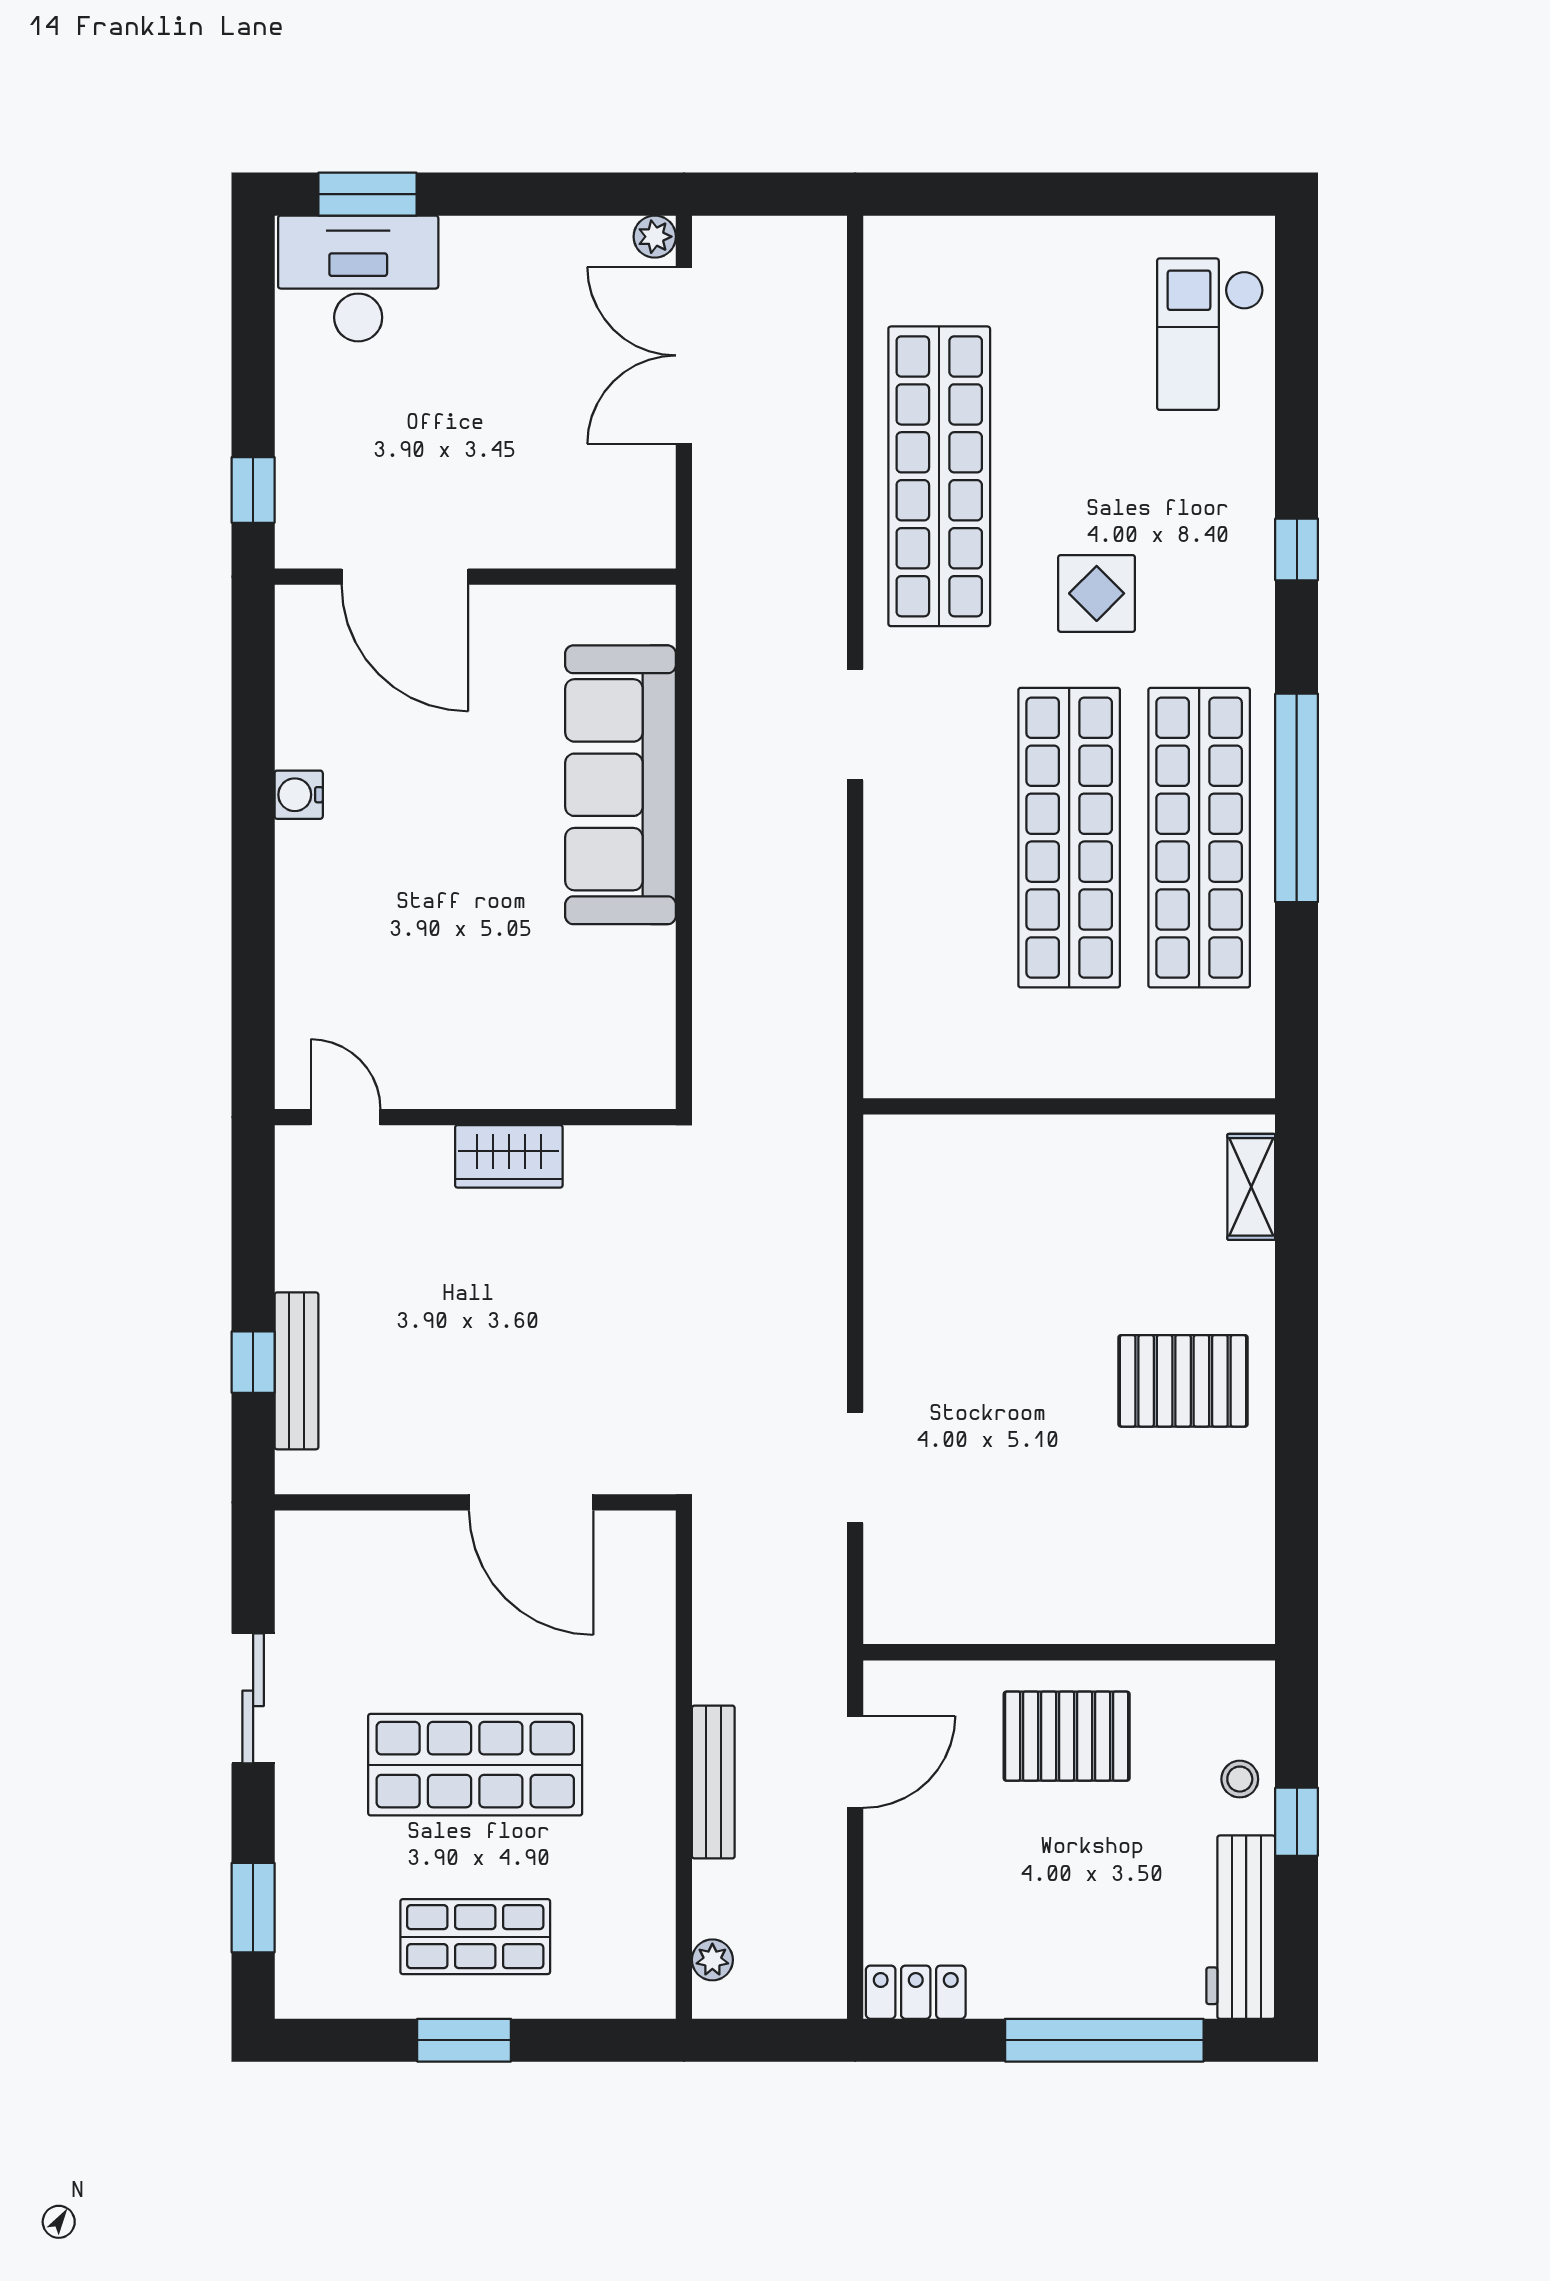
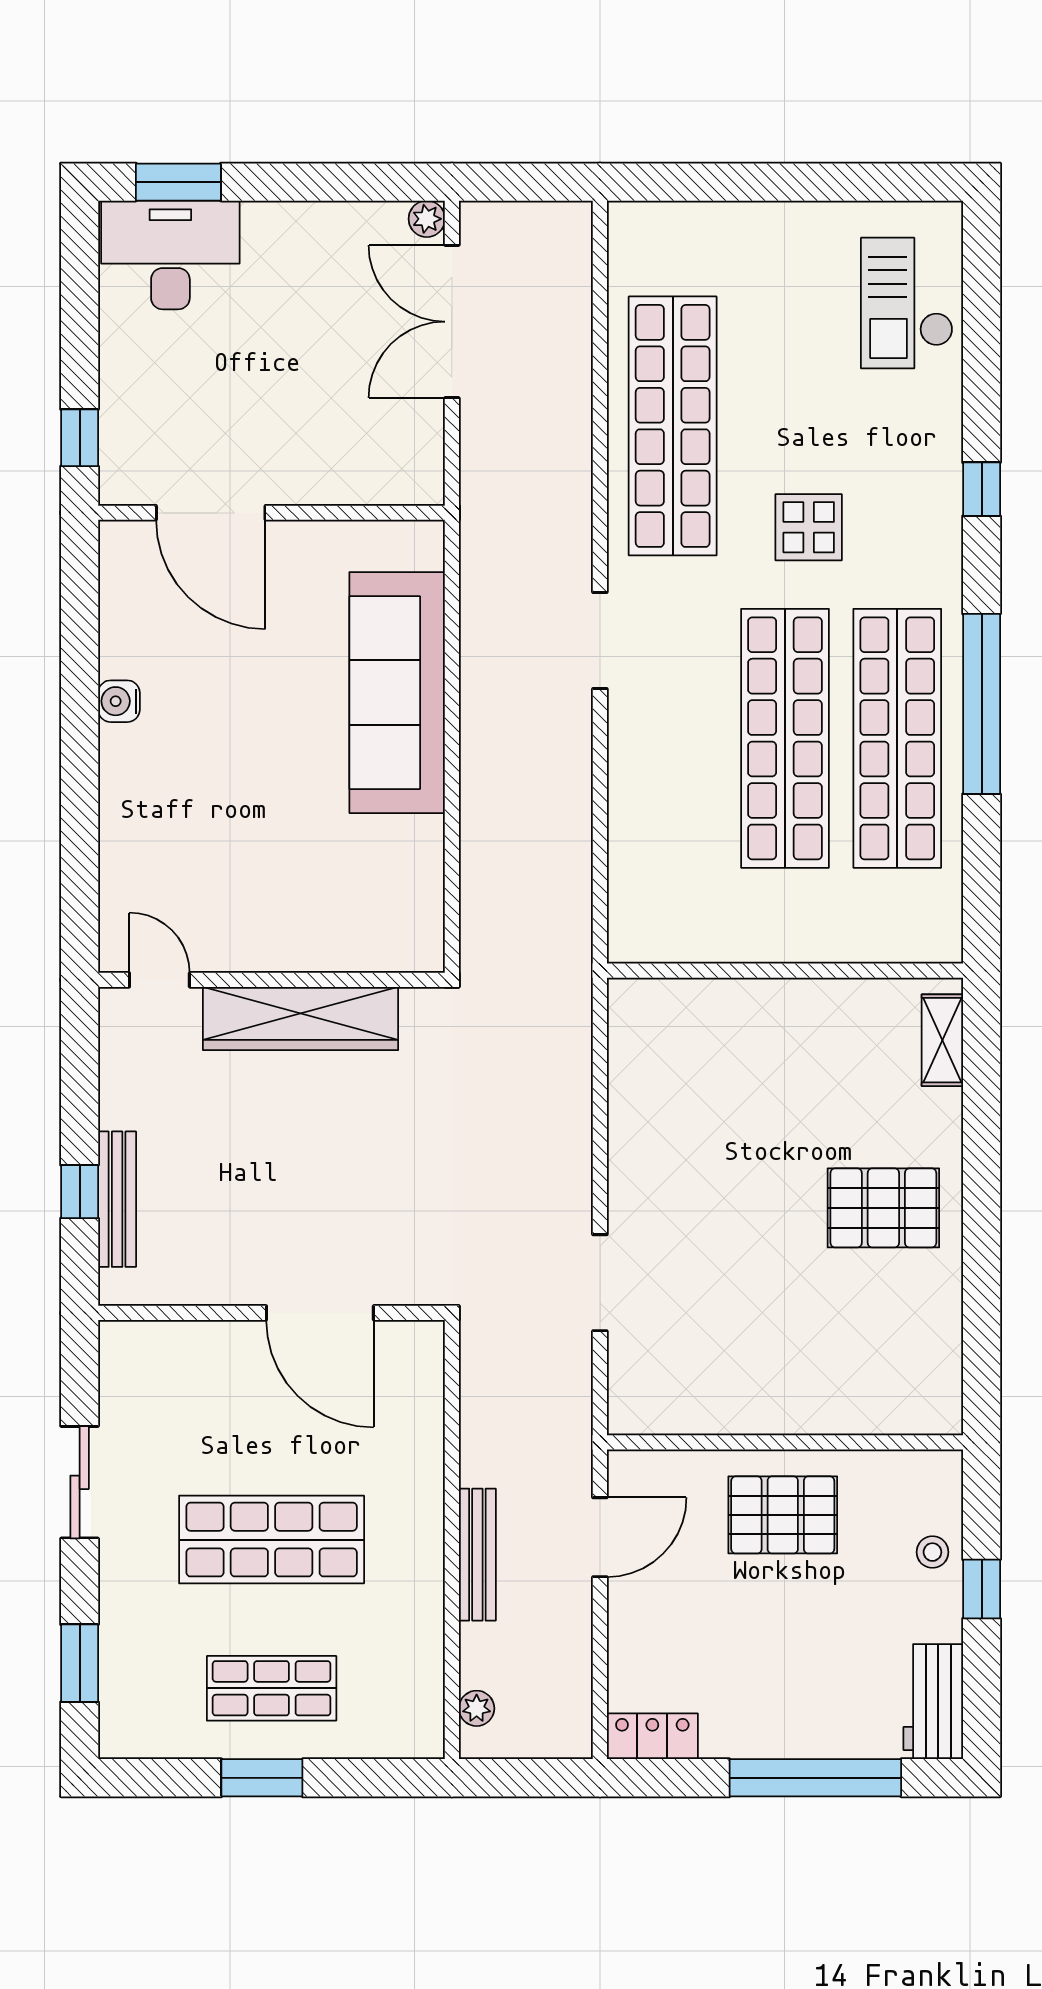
wardrobe: (509, 1156) -> (301, 1018), width x2.10, depth x1.17
workbench: (1241, 1927) -> (933, 1702), width x0.73

